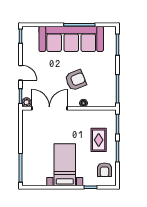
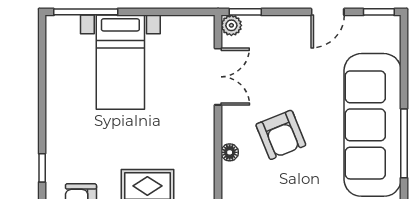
door: (20, 73) -> (328, 12), moved
double door: (49, 108) -> (218, 77), width x0.73
bed with nightstands: (65, 165) -> (120, 62), moved, turned 90

